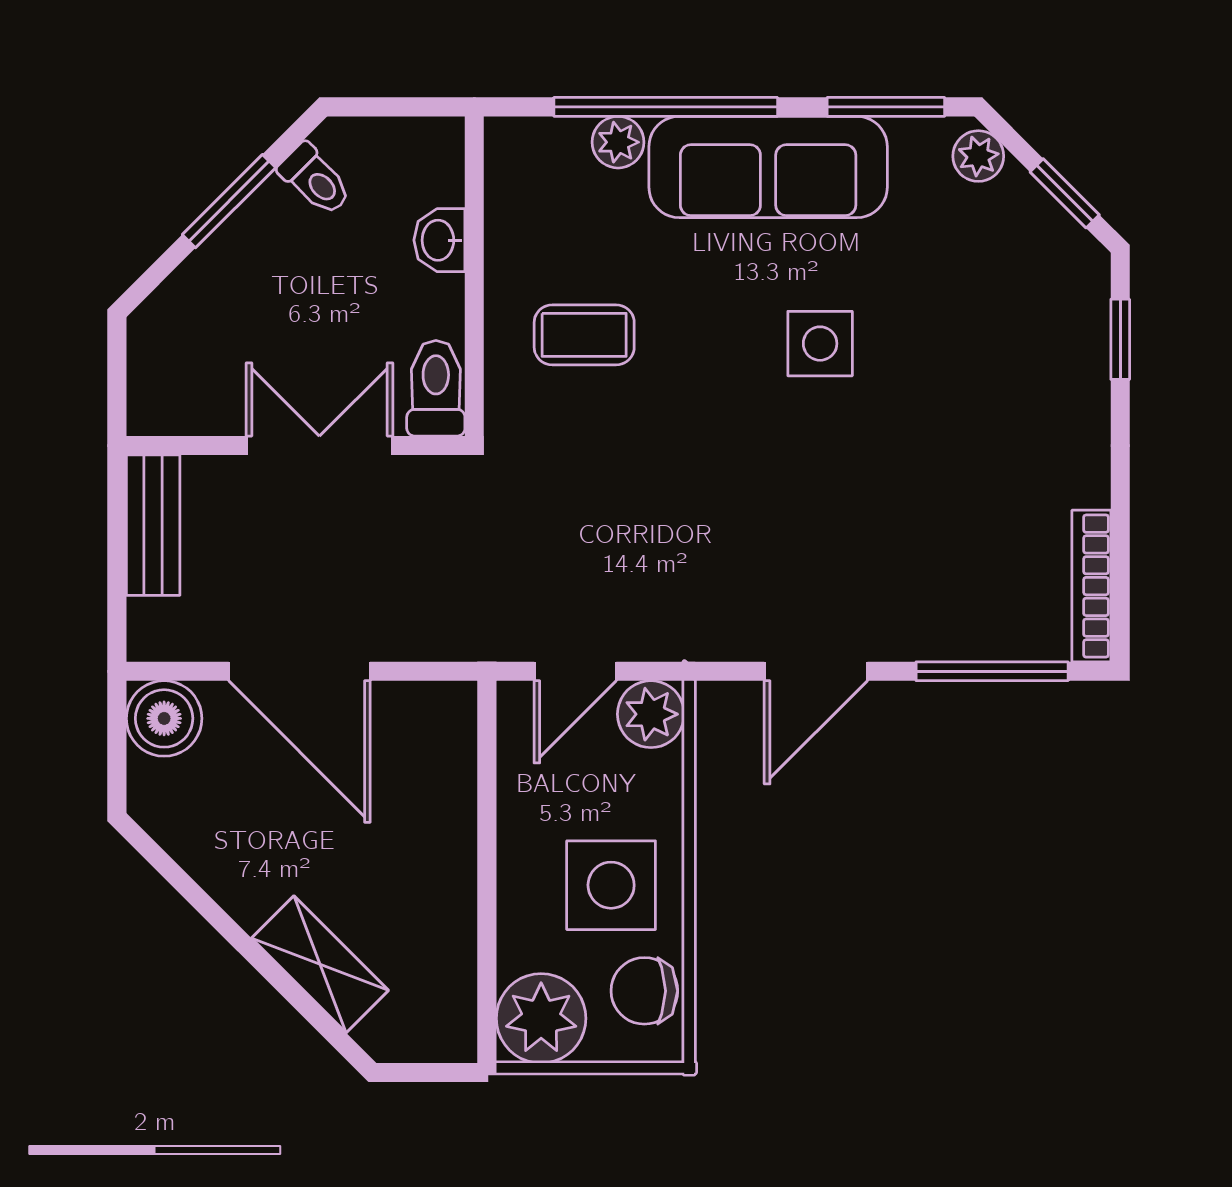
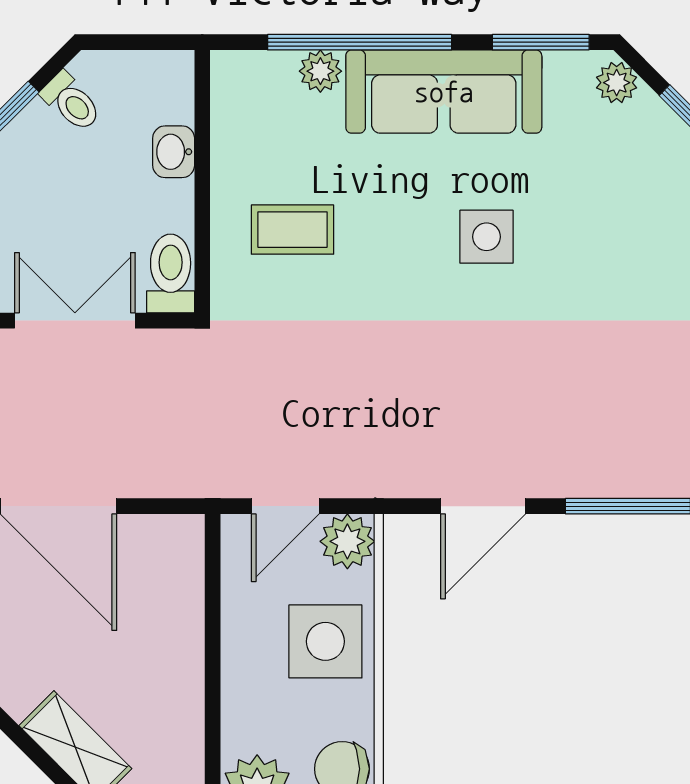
side table: (611, 885) -> (325, 641), moved

